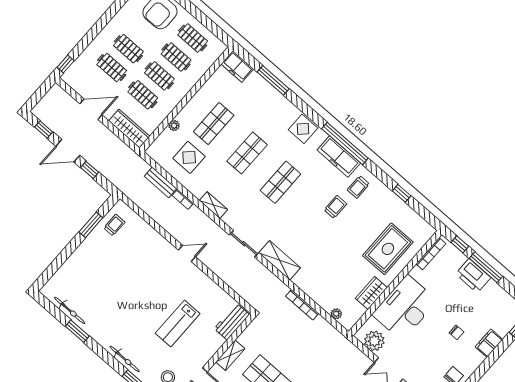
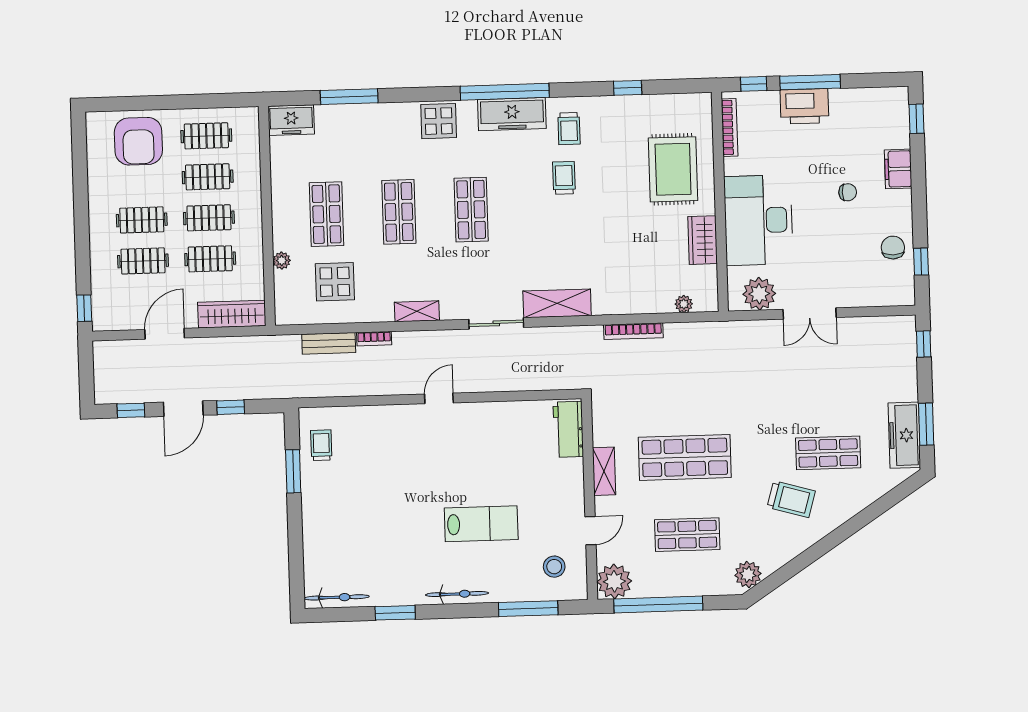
bicycle: (70, 310) -> (337, 597), moved
lab bench: (178, 323) -> (481, 524), moved, turned -90
bicycle: (125, 359) -> (457, 594), moved

